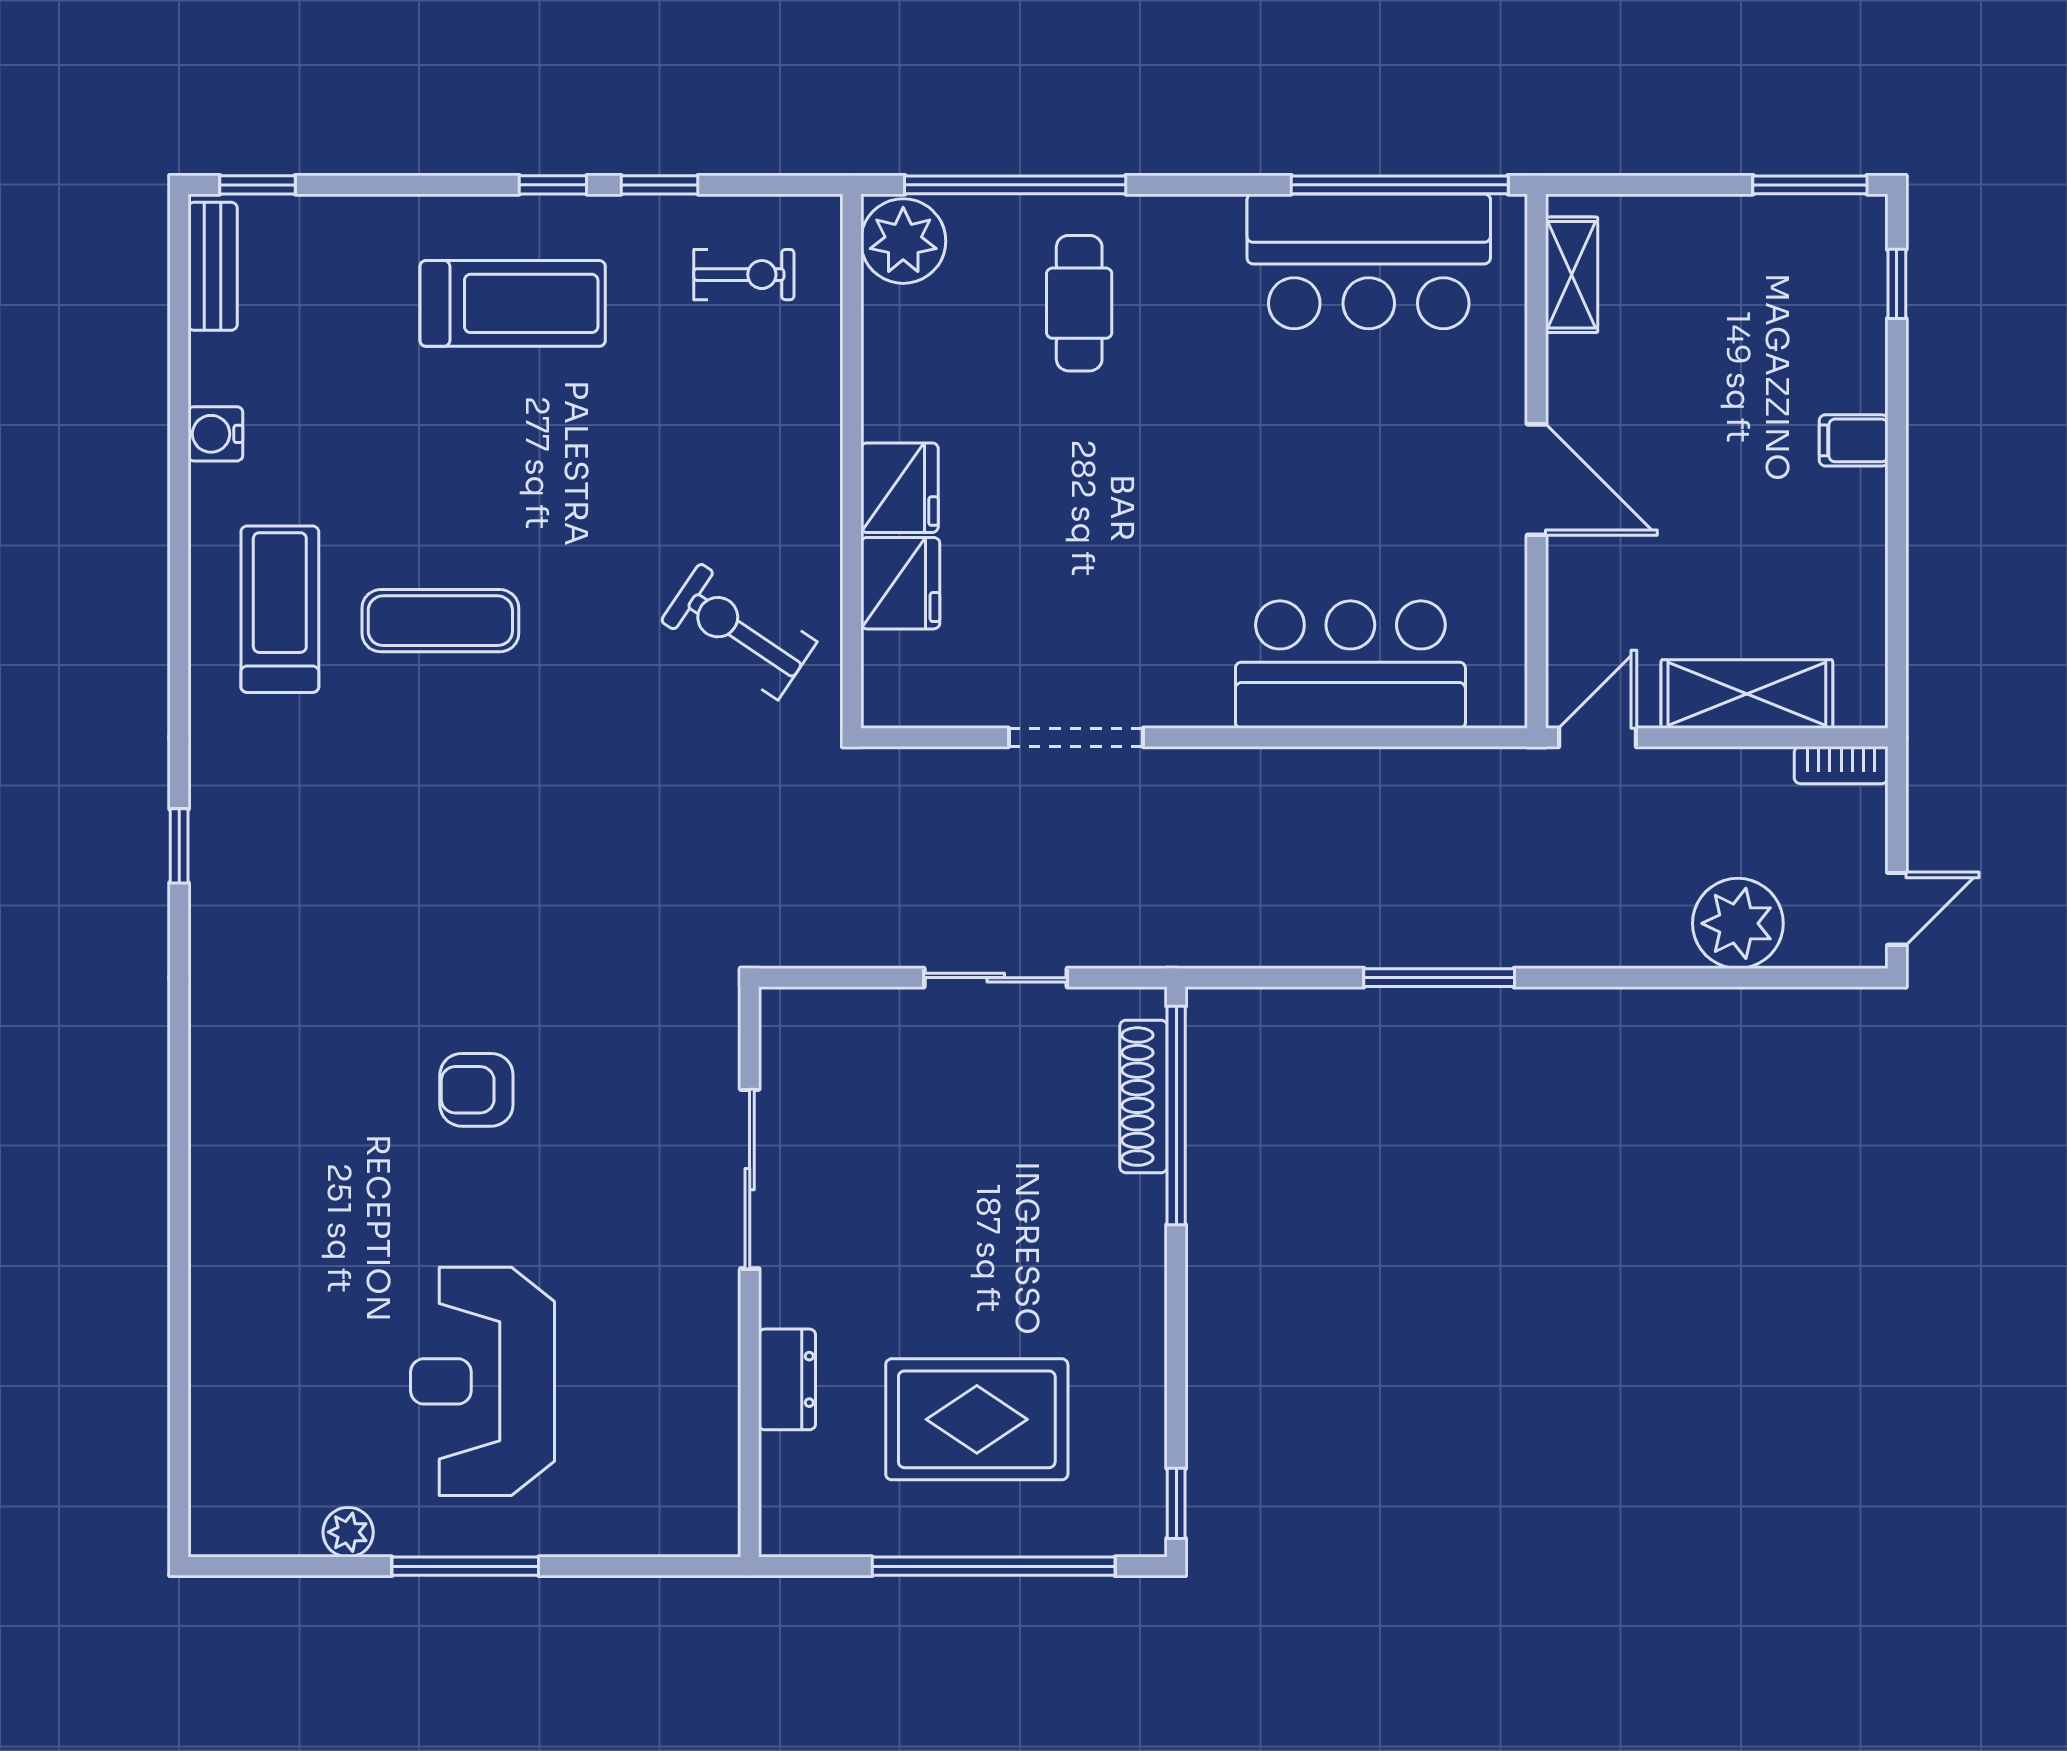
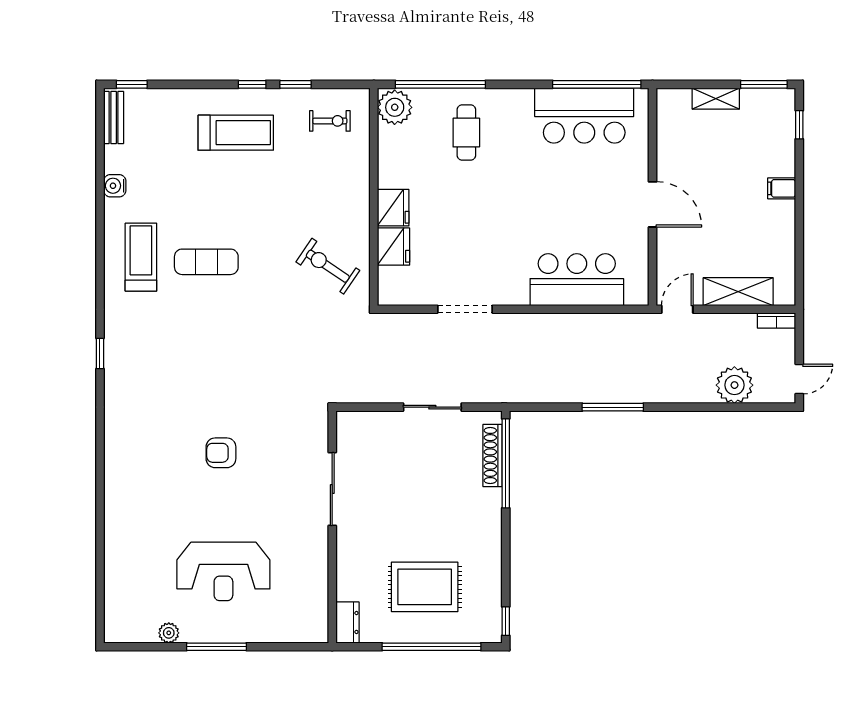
shelving: (1572, 275) -> (716, 99), moved, turned 90
dresser: (787, 1379) -> (347, 622), moved
reception desk: (483, 1381) -> (223, 571), turned -90

